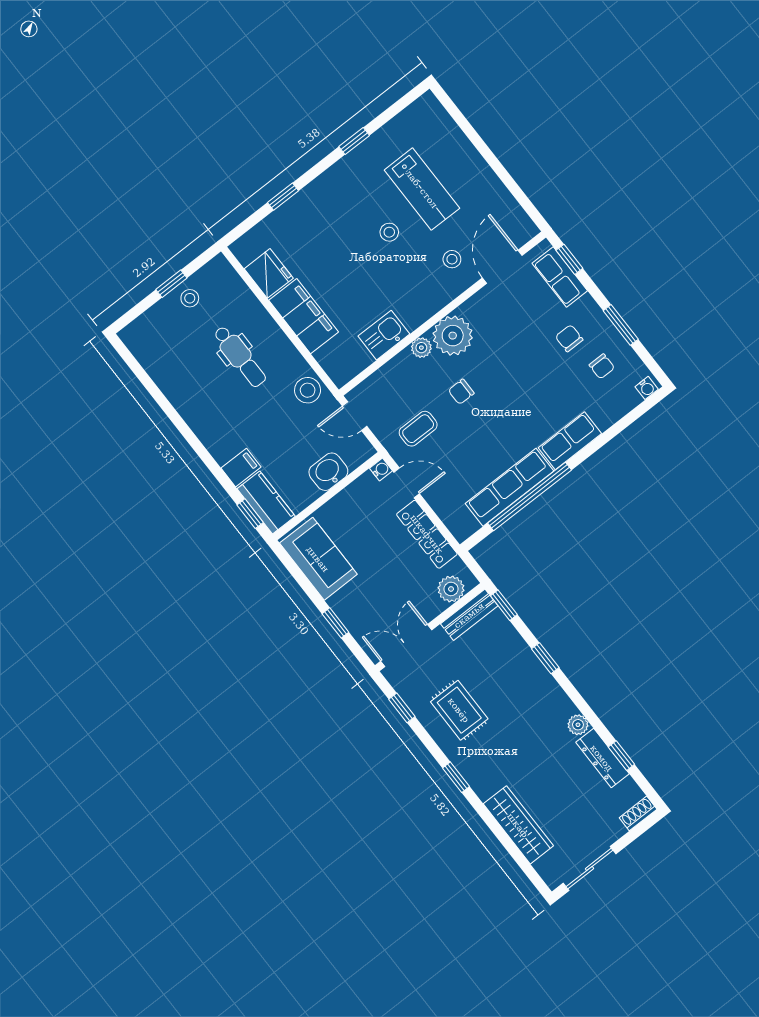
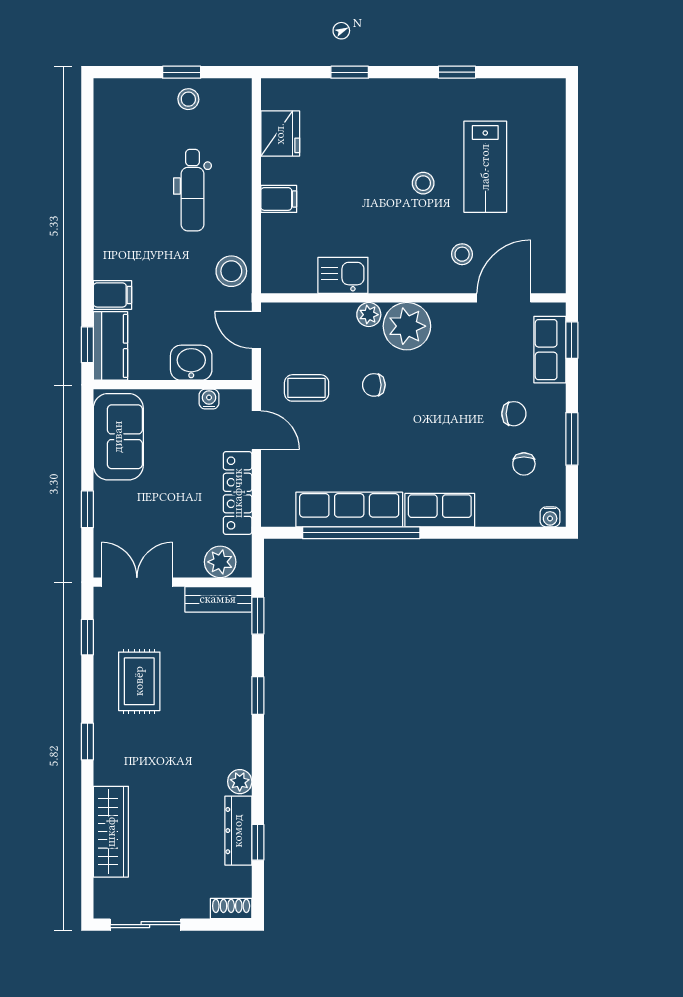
filing cabinet: (304, 316) -> (279, 199), width x0.33, depth x0.86
chair: (569, 338) -> (514, 414), turned 90
water cooler: (381, 470) -> (209, 399), moved, turned -90

